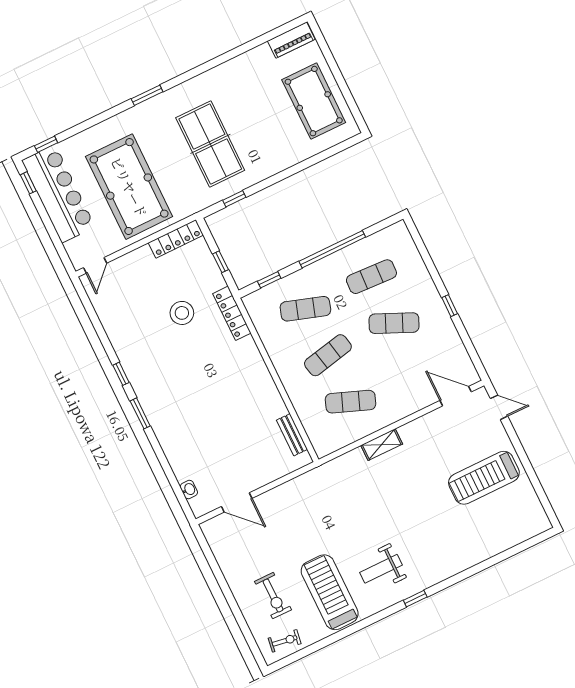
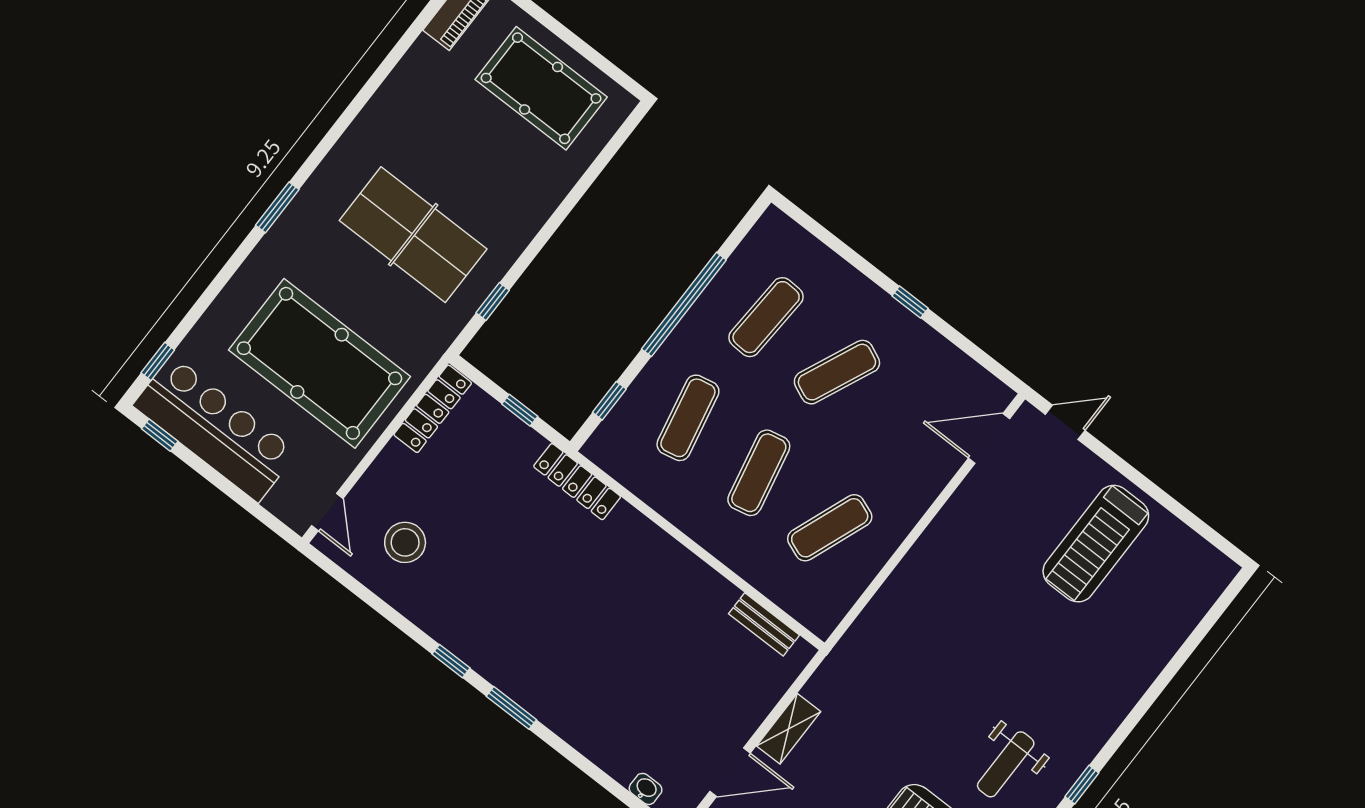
exercise mat: (305, 309) -> (688, 418), turned -30
stool: (182, 313) -> (405, 542), moved
shelving: (382, 445) -> (789, 729), moved

